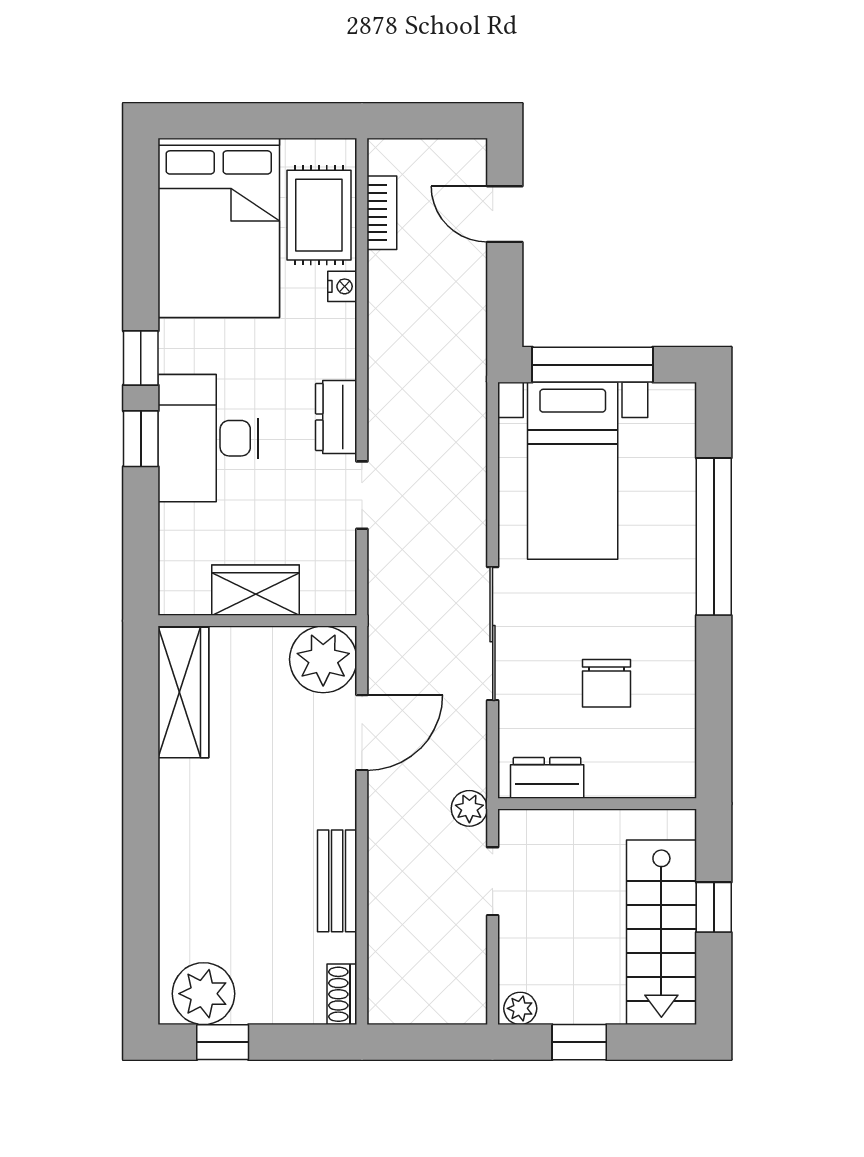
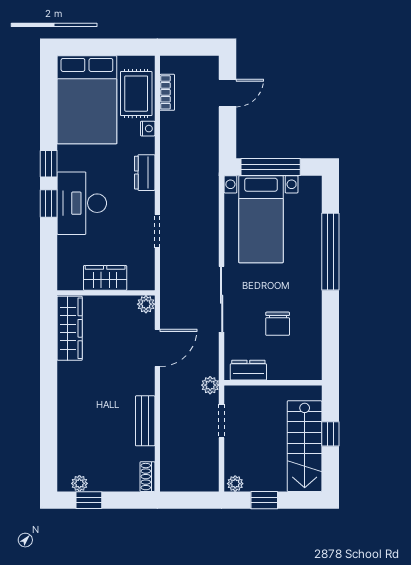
door: (505, 214) -> (228, 93), swing flipped
dresser: (336, 417) -> (145, 173), moved
plant: (323, 659) -> (146, 304), width x0.53, depth x0.53
plant: (204, 994) -> (79, 483), width x0.53, depth x0.53

